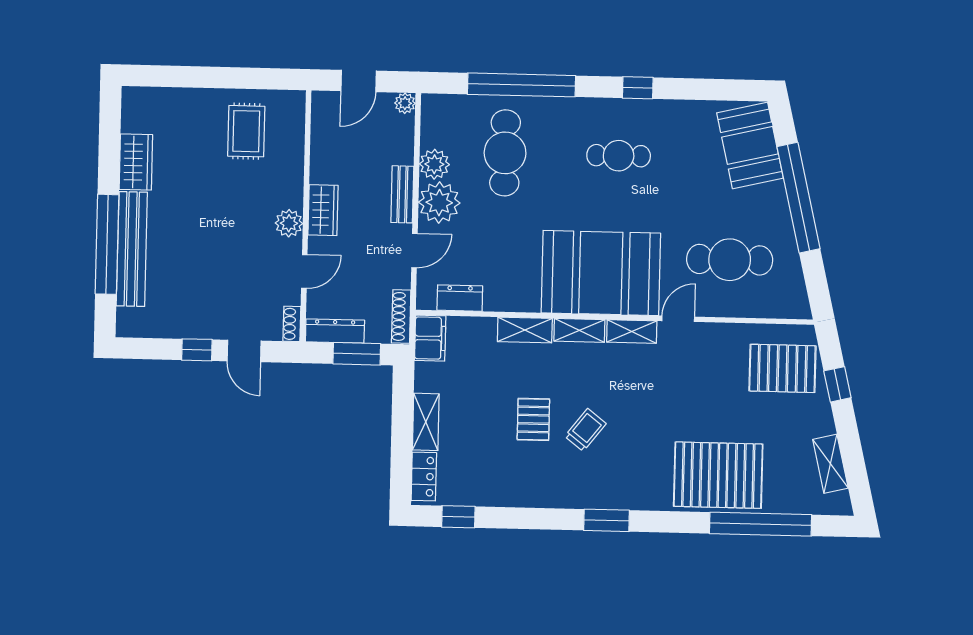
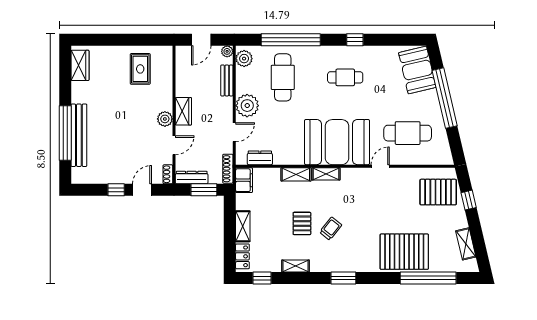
wardrobe: (136, 162) -> (80, 65), moved
plant: (434, 164) -> (244, 59), moved
bench: (402, 194) -> (227, 80), moved
shelving: (632, 332) -> (296, 266), moved
door: (244, 351) -> (142, 190), swing flipped

